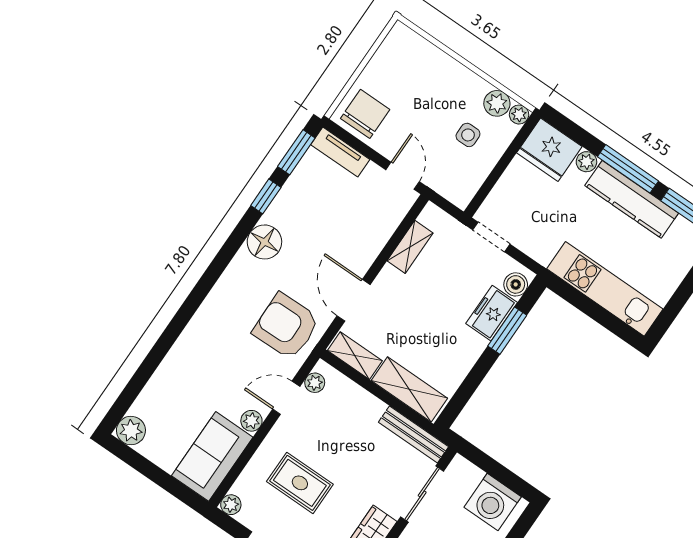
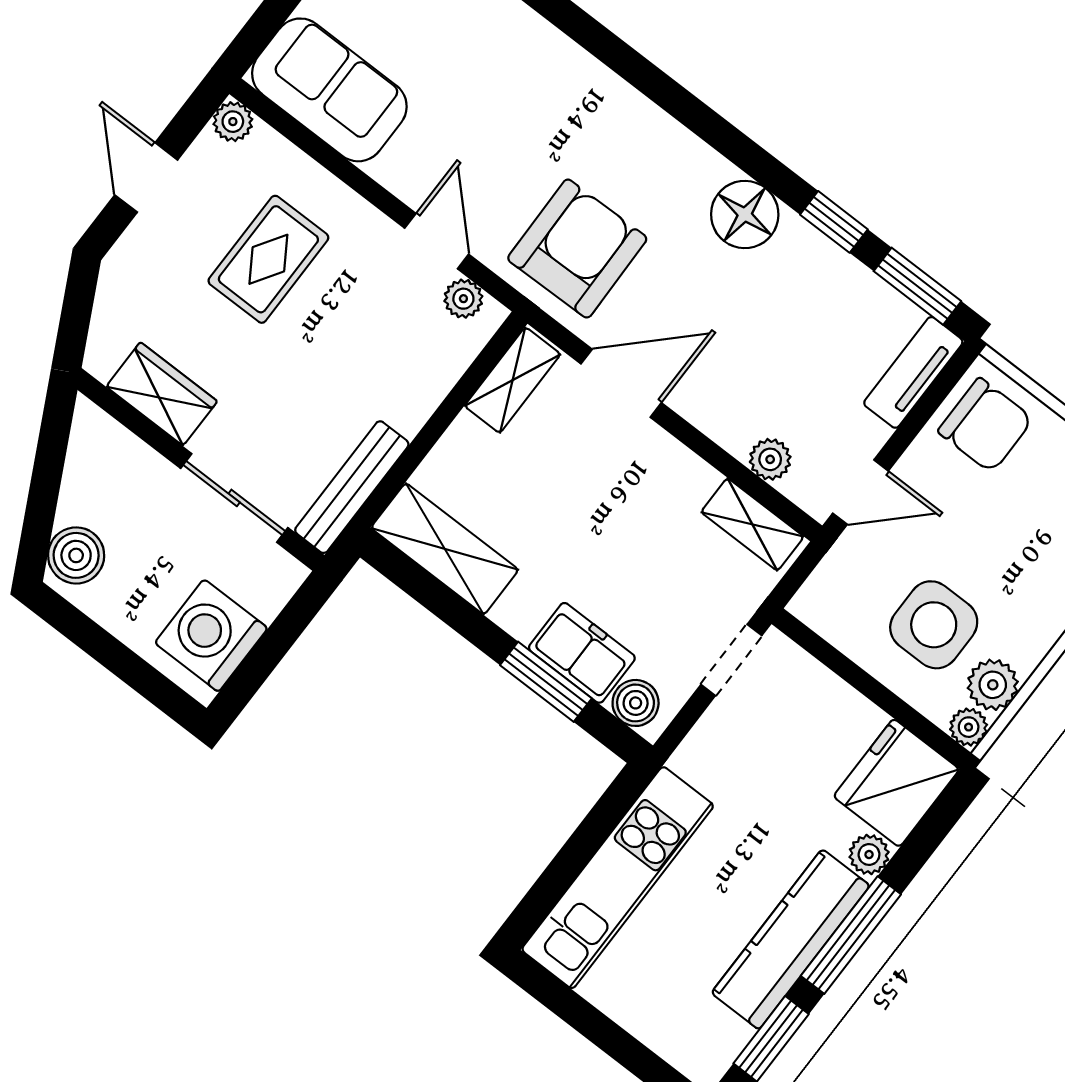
side table: (468, 135) -> (934, 625), width x1.87, depth x1.87
shelving: (410, 247) -> (752, 524), moved
shelving: (409, 389) -> (445, 549), moved, turned 90
plant: (251, 421) -> (770, 459), moved

